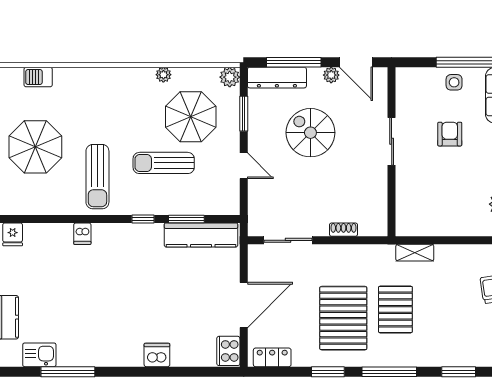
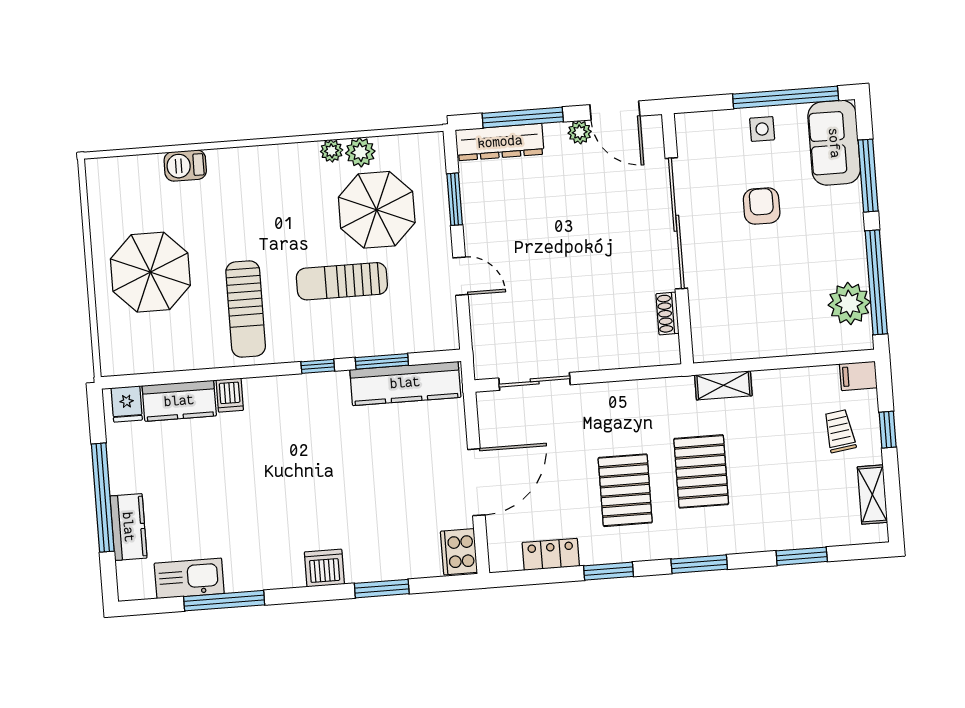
barbecue: (38, 77) -> (185, 166), moved
plant: (230, 77) -> (360, 152), moved
spiral stairs: (310, 133) -> (556, 220), removed
sliding door: (392, 141) -> (676, 223), width x1.86
shoe rack: (344, 230) -> (667, 314), moved, turned -90
kitchen counter: (48, 235) -> (179, 401), added
pallet: (343, 318) -> (625, 490), width x0.73, depth x0.71
kitchen sink: (39, 355) -> (189, 578), width x1.38
dishwasher: (157, 355) -> (324, 568), moved
locker: (272, 357) -> (551, 554), moved
window: (175, 372) -> (382, 589), added
window: (389, 372) -> (699, 564), width x0.69

